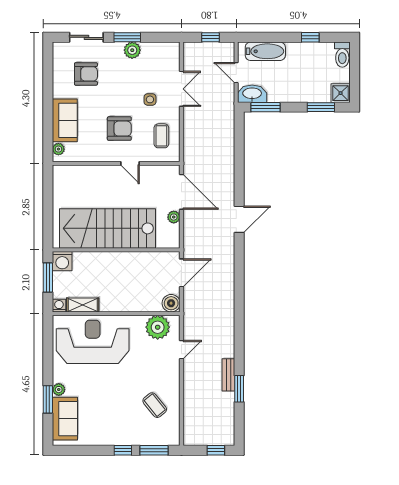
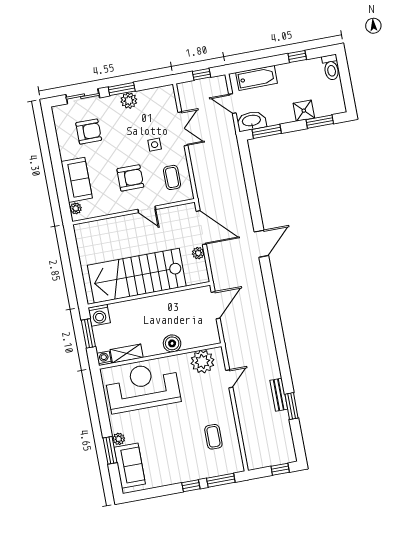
shower: (341, 93) -> (304, 111), moved
boiler: (171, 303) -> (172, 343), moved
coffee table: (155, 405) -> (213, 437), turned 39

